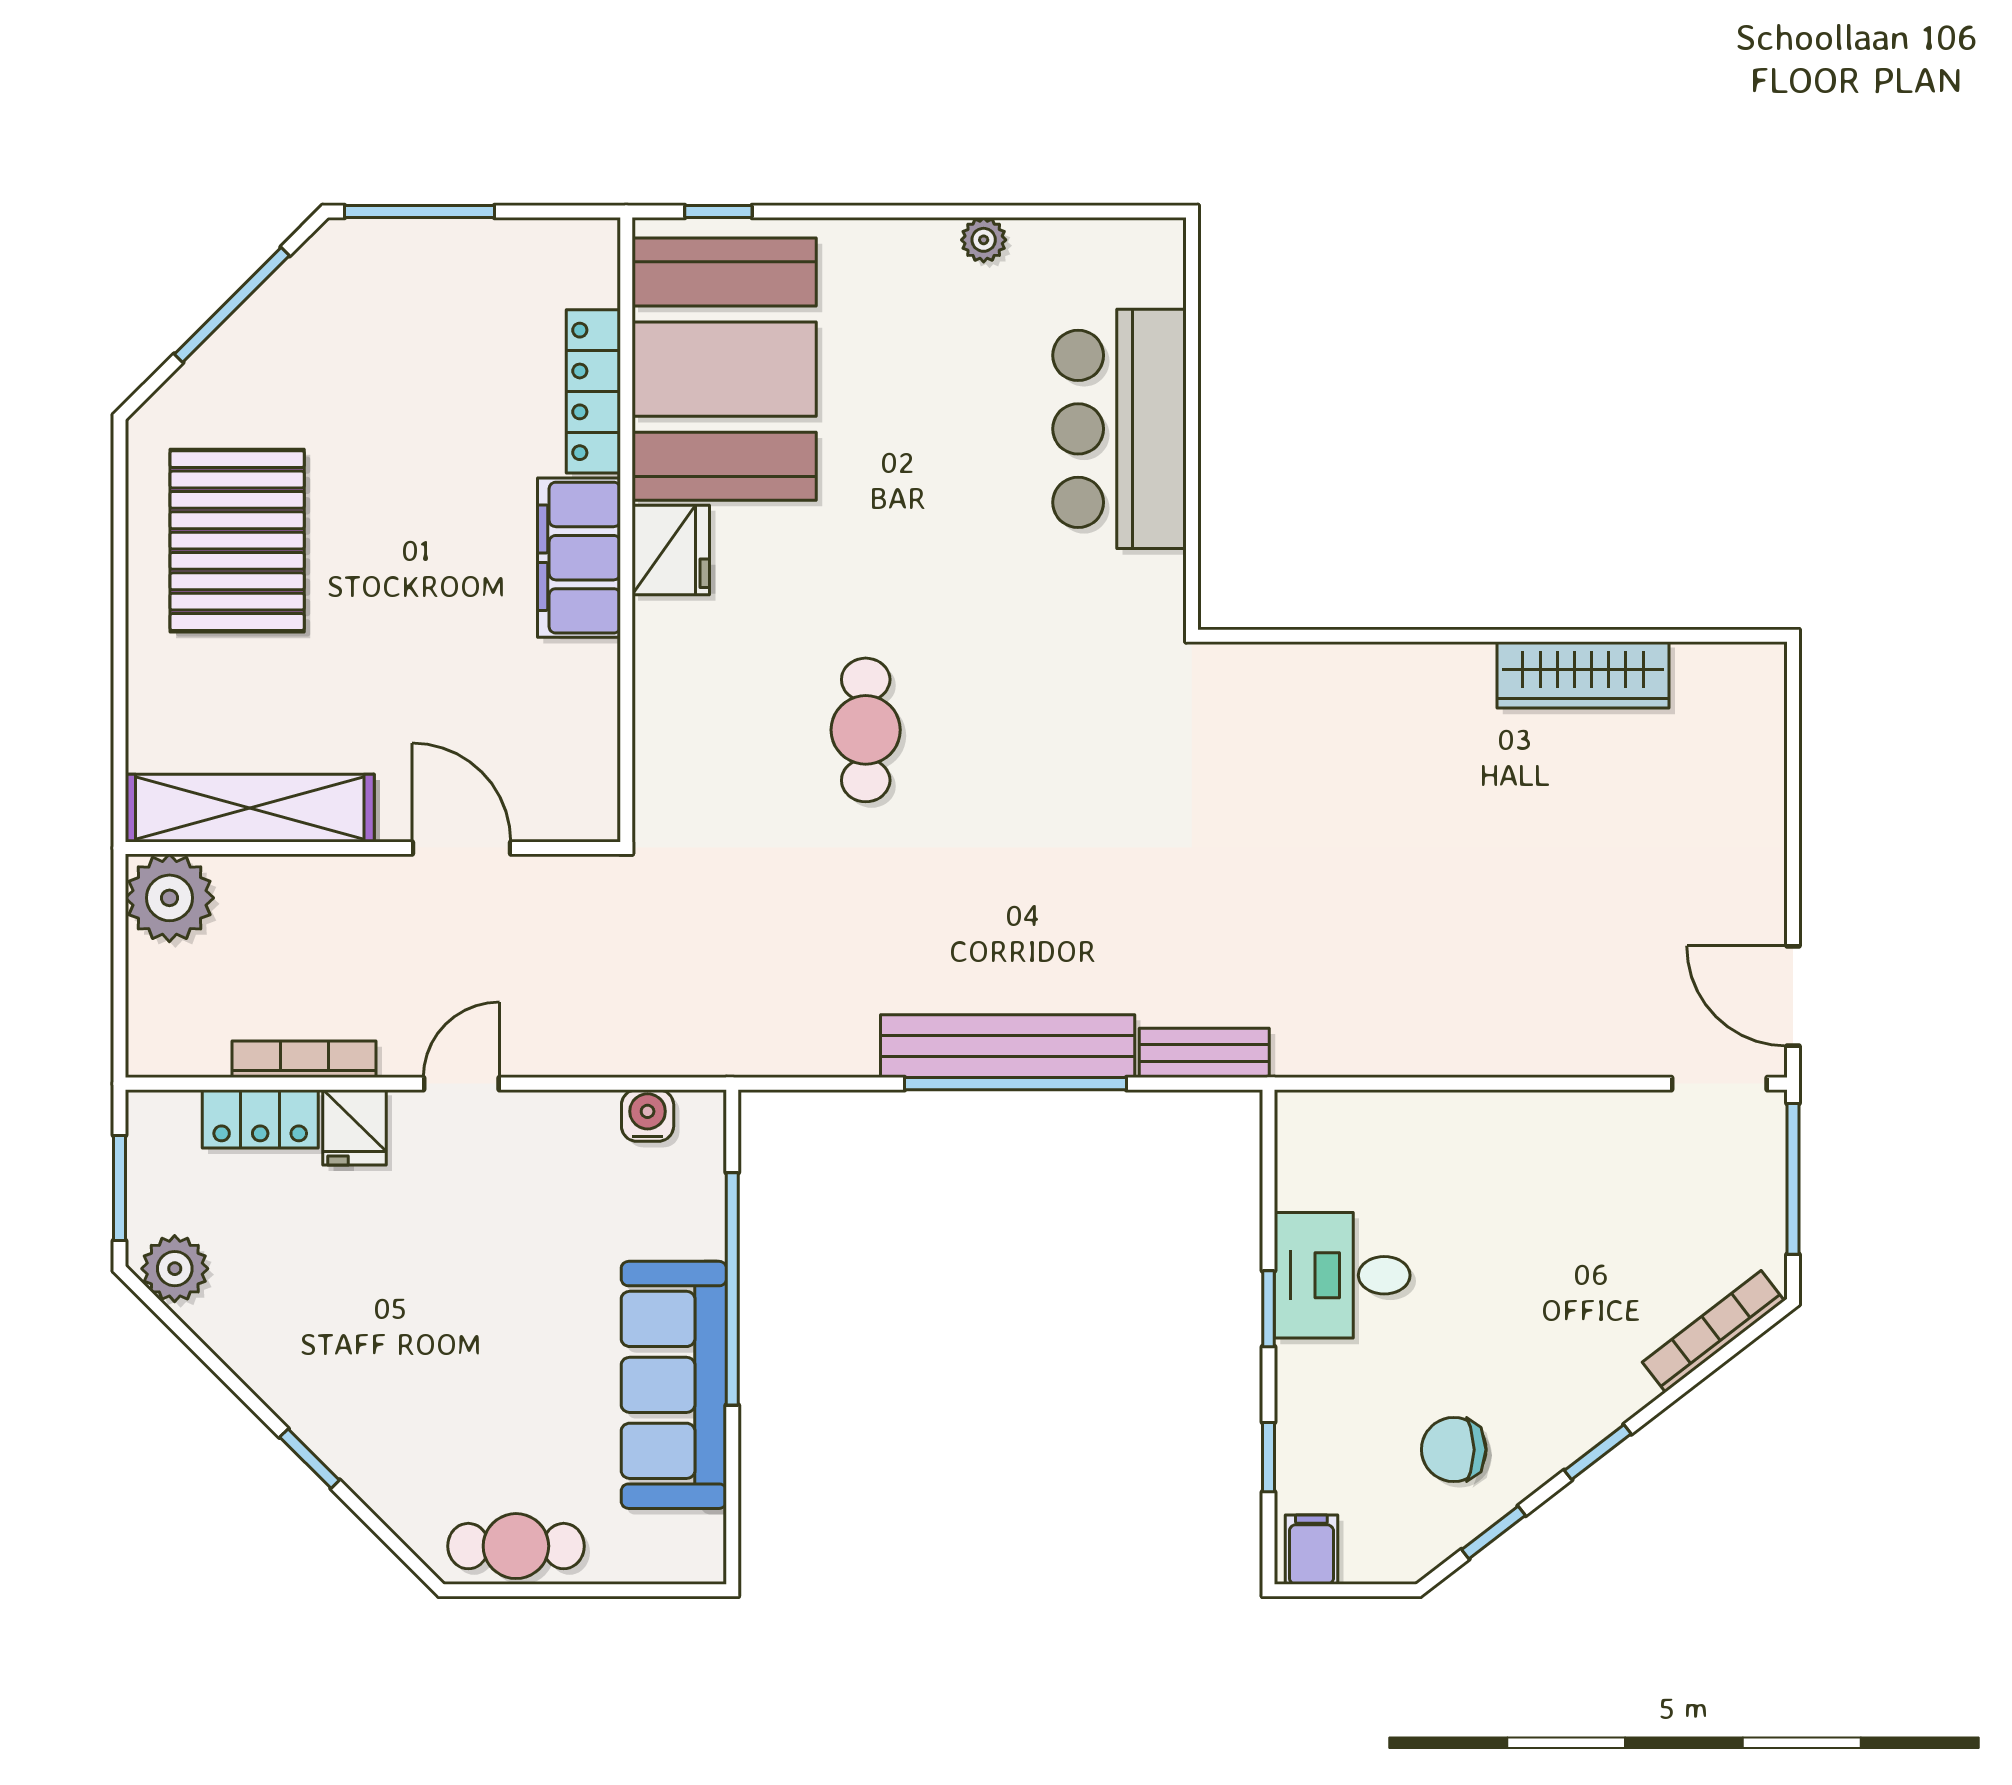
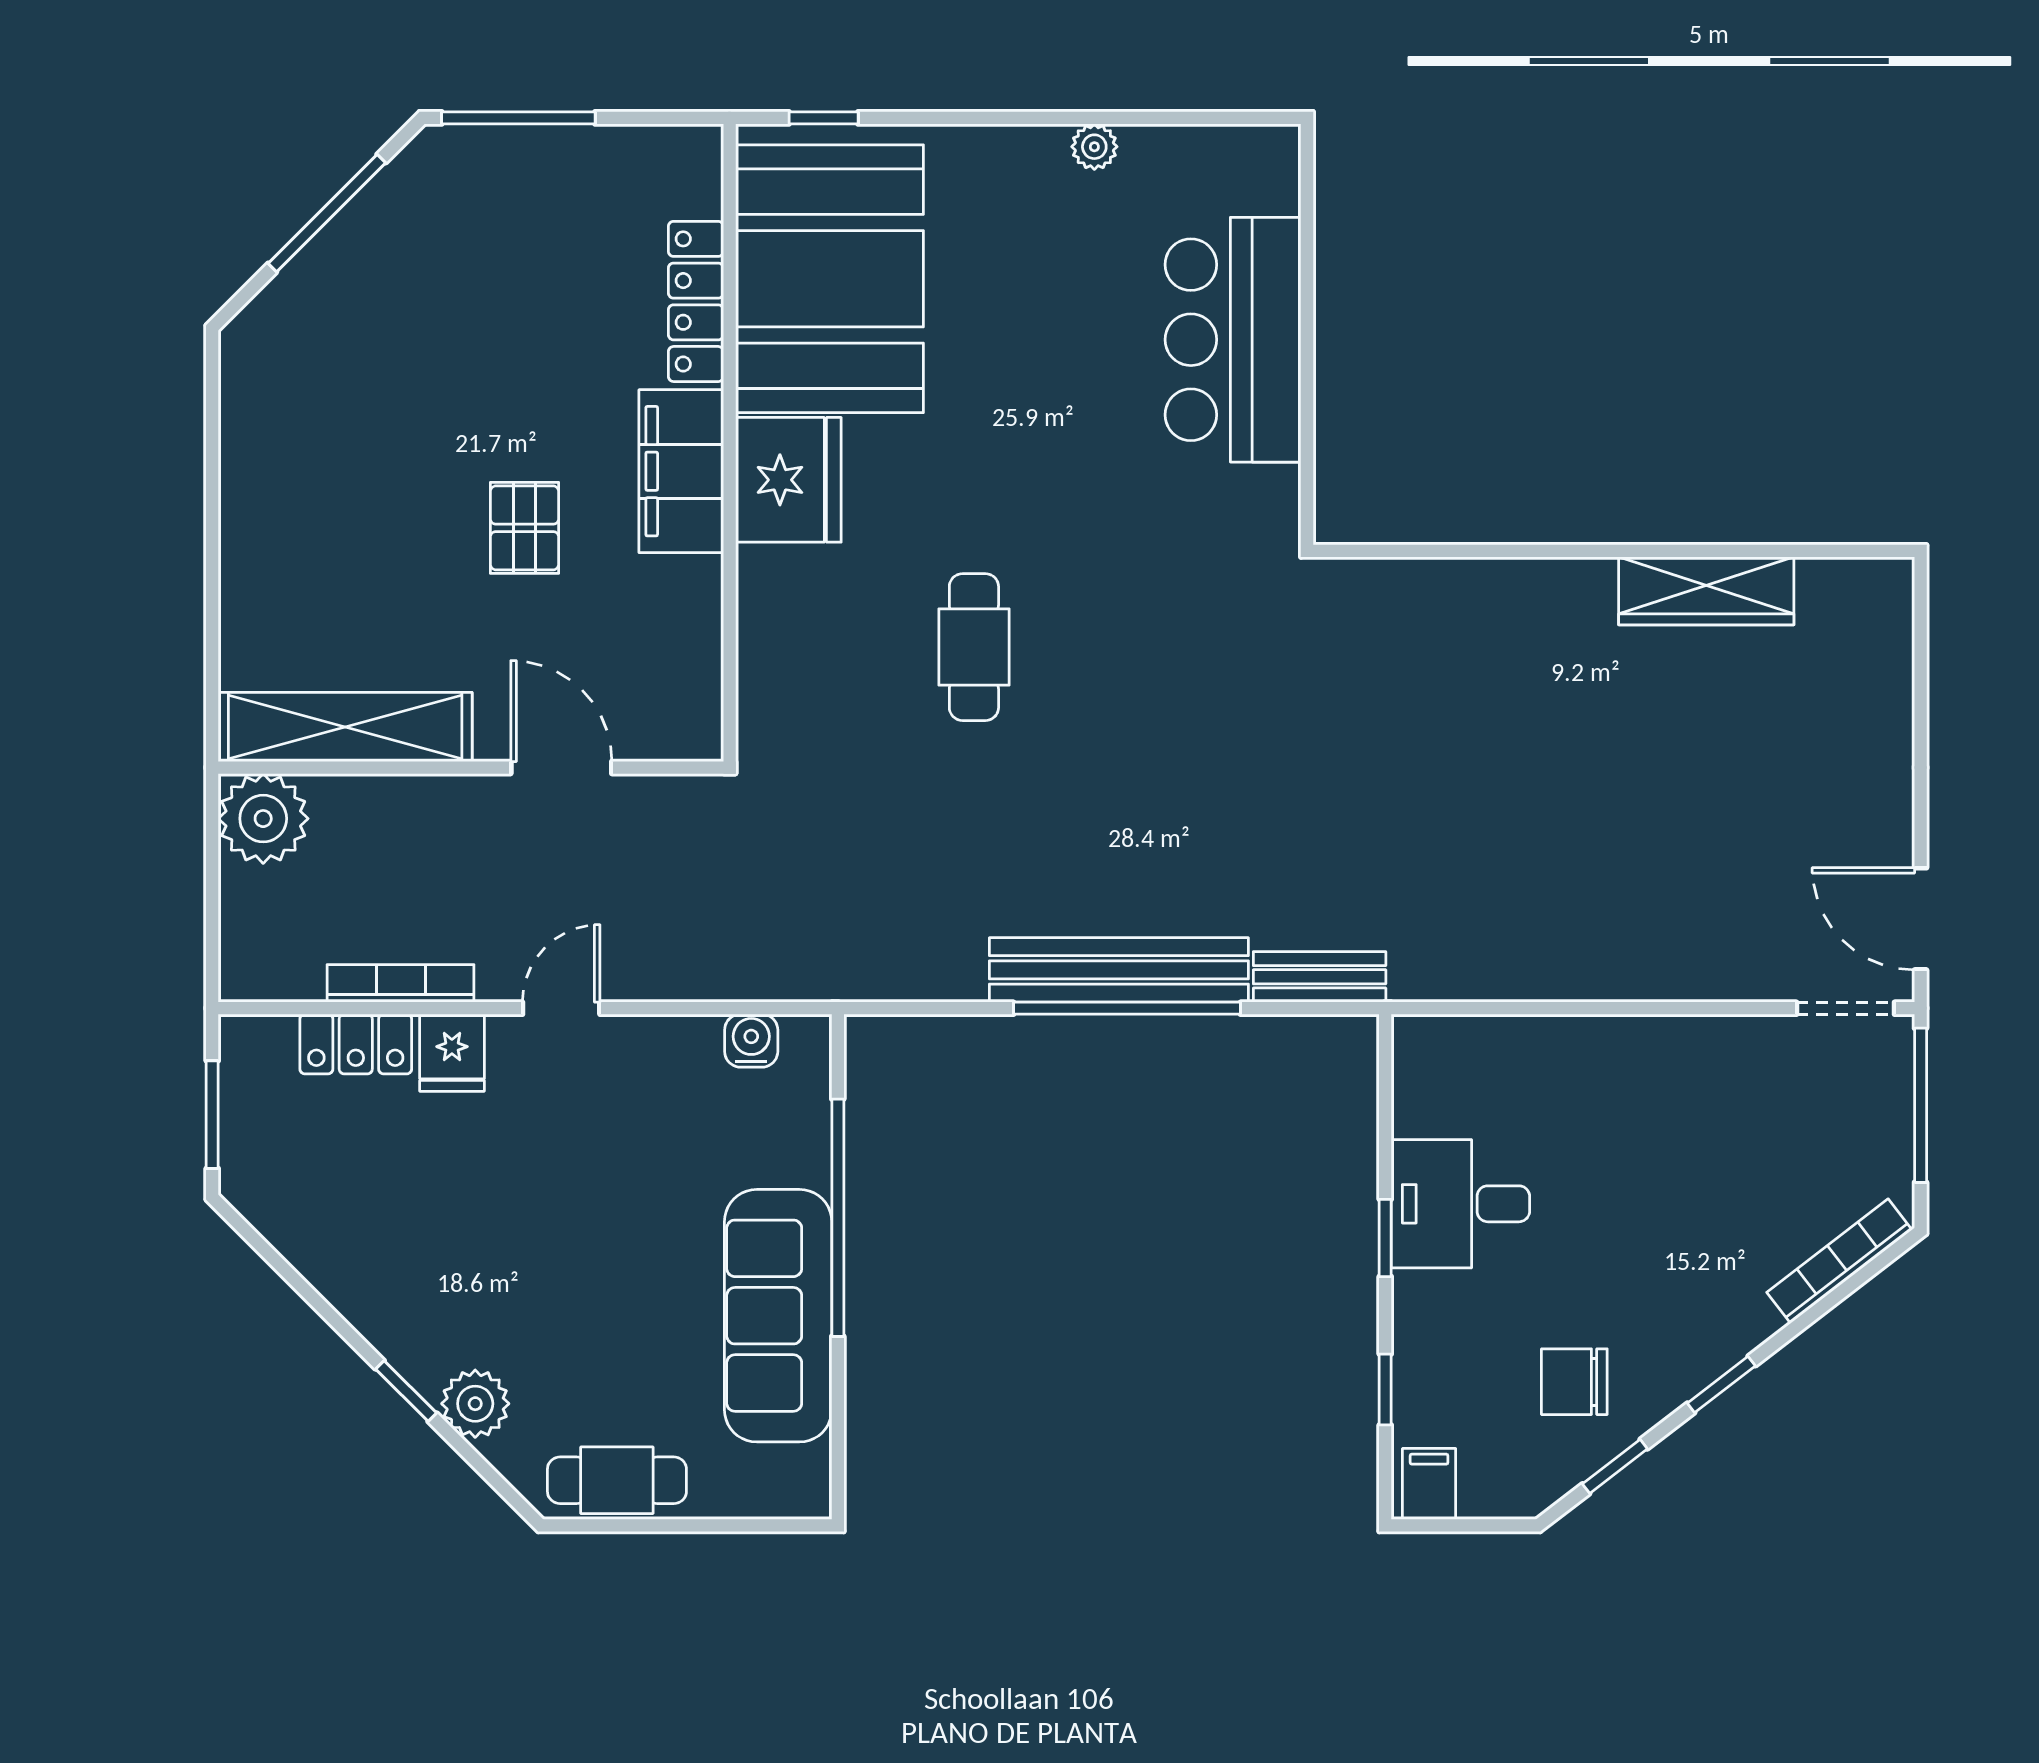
pallet: (237, 541) -> (525, 528), moved, width x0.49, depth x0.50
fridge: (671, 550) -> (788, 480), width x1.36, depth x1.34
plant: (175, 1269) -> (475, 1404), moved

